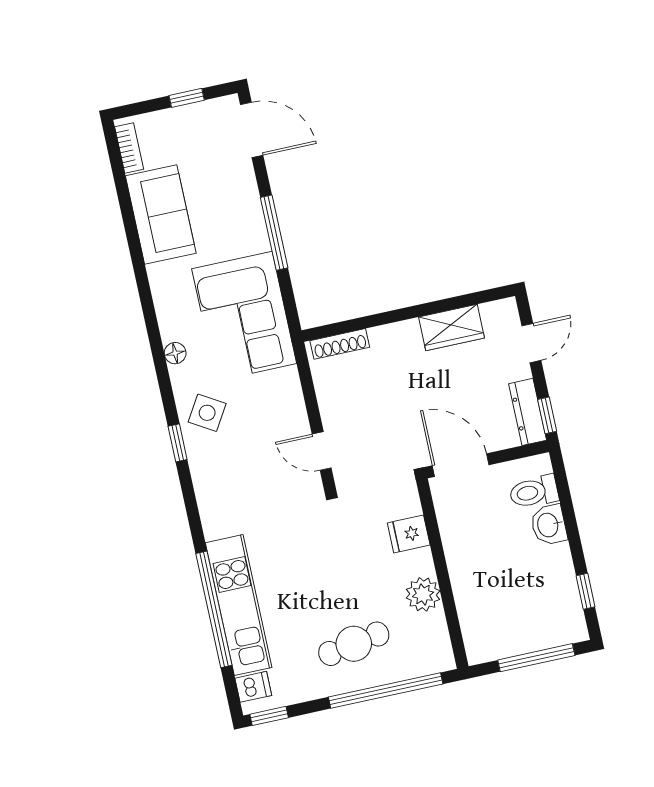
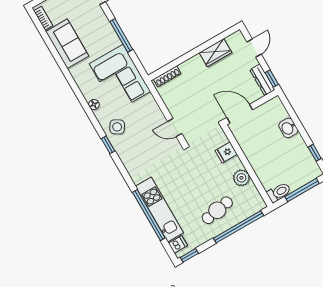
toilet: (534, 492) -> (279, 192), moved, turned 180

